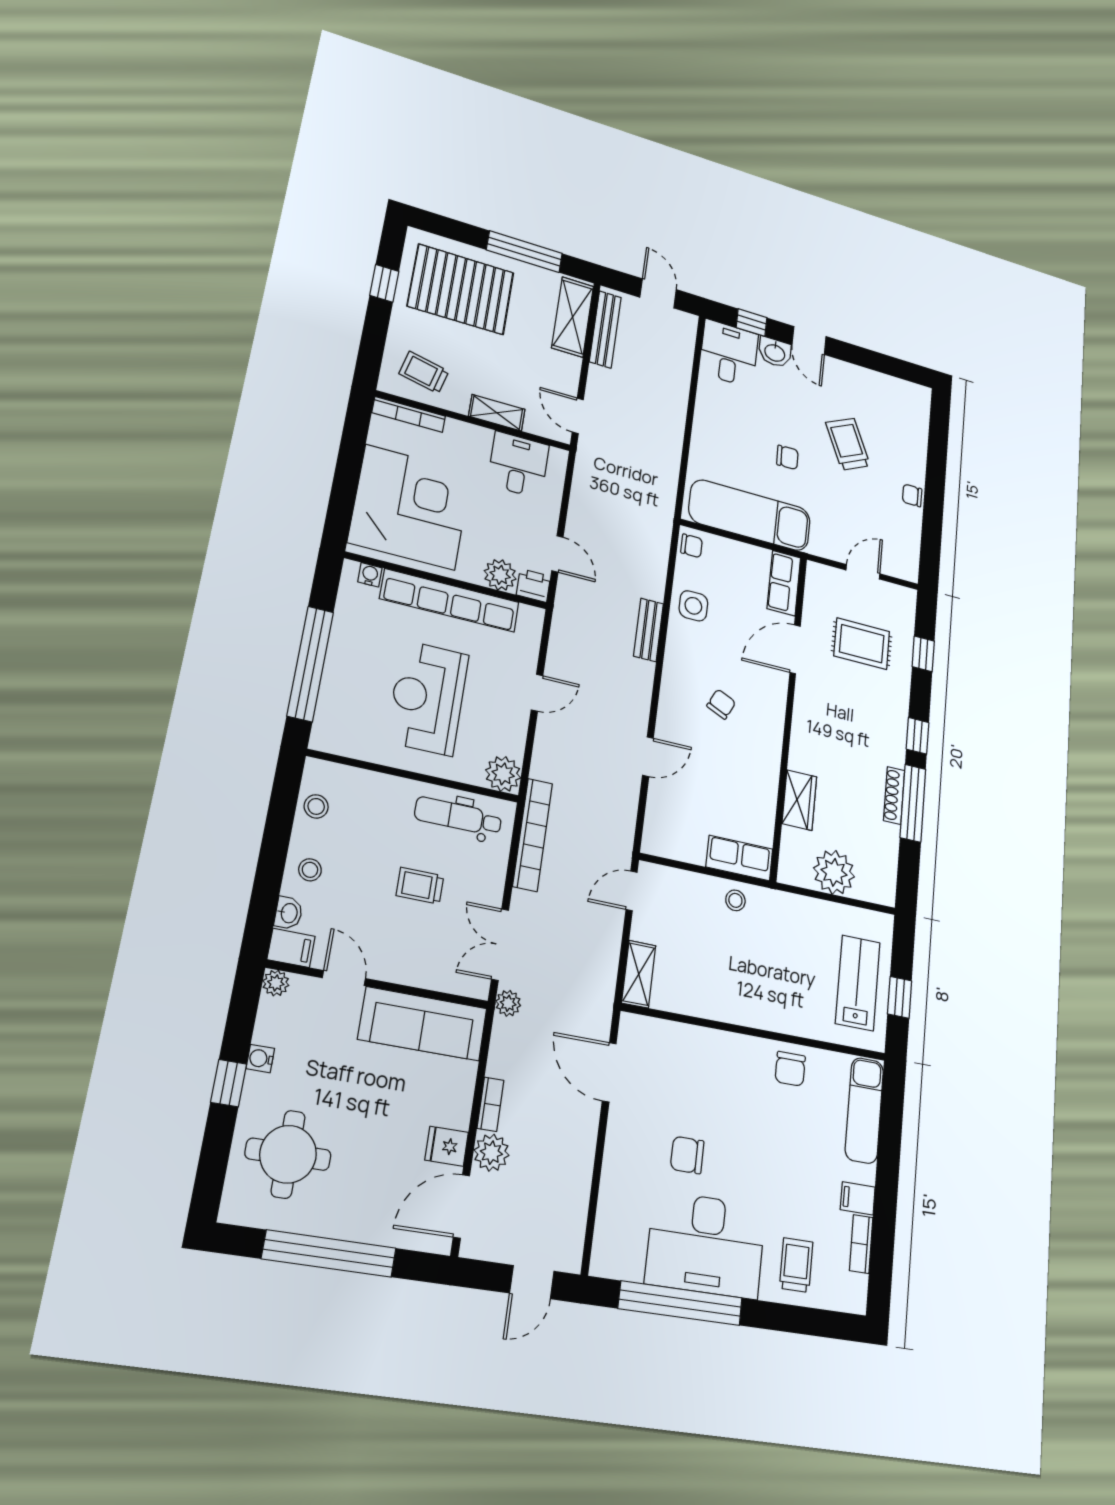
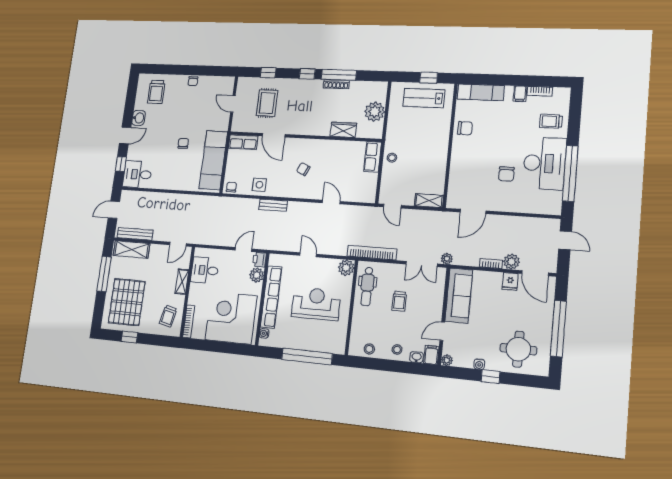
washbasin: (775, 352) -> (139, 118), moved
trolley: (848, 444) -> (156, 92), moved, turned -65
reception desk: (428, 698) -> (316, 304), turned 180

